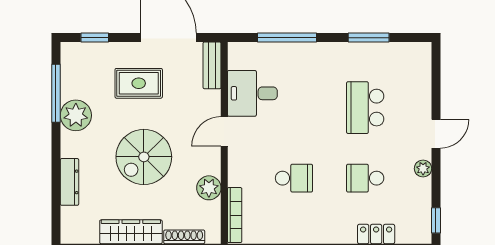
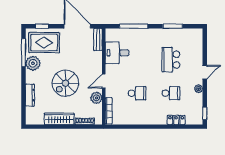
rug: (139, 83) -> (44, 43), moved, width x1.36, depth x1.43
door: (224, 131) -> (104, 81), moved
school desk: (365, 178) -> (171, 93), turned 180

